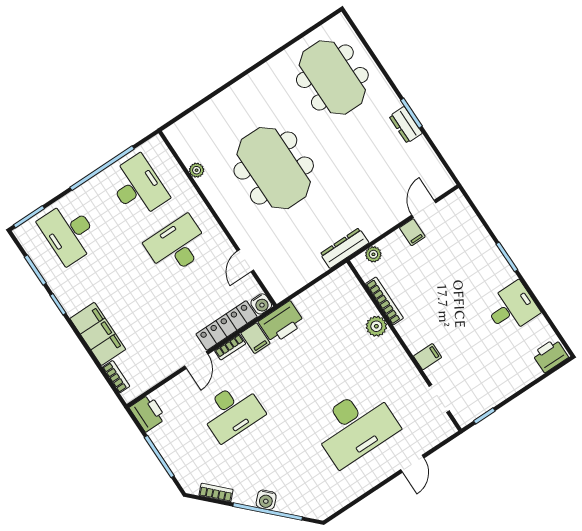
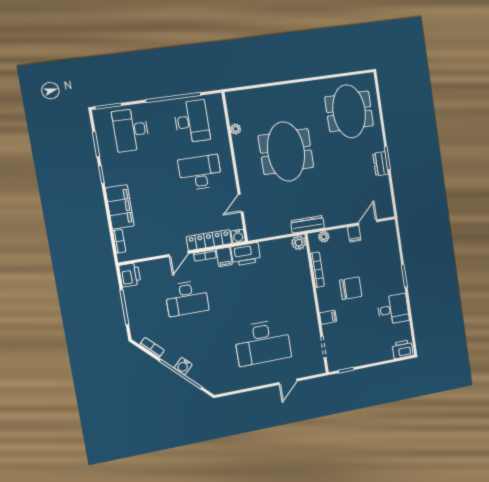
chair: (441, 305) -> (351, 288), added
plant: (376, 326) -> (299, 243), moved

